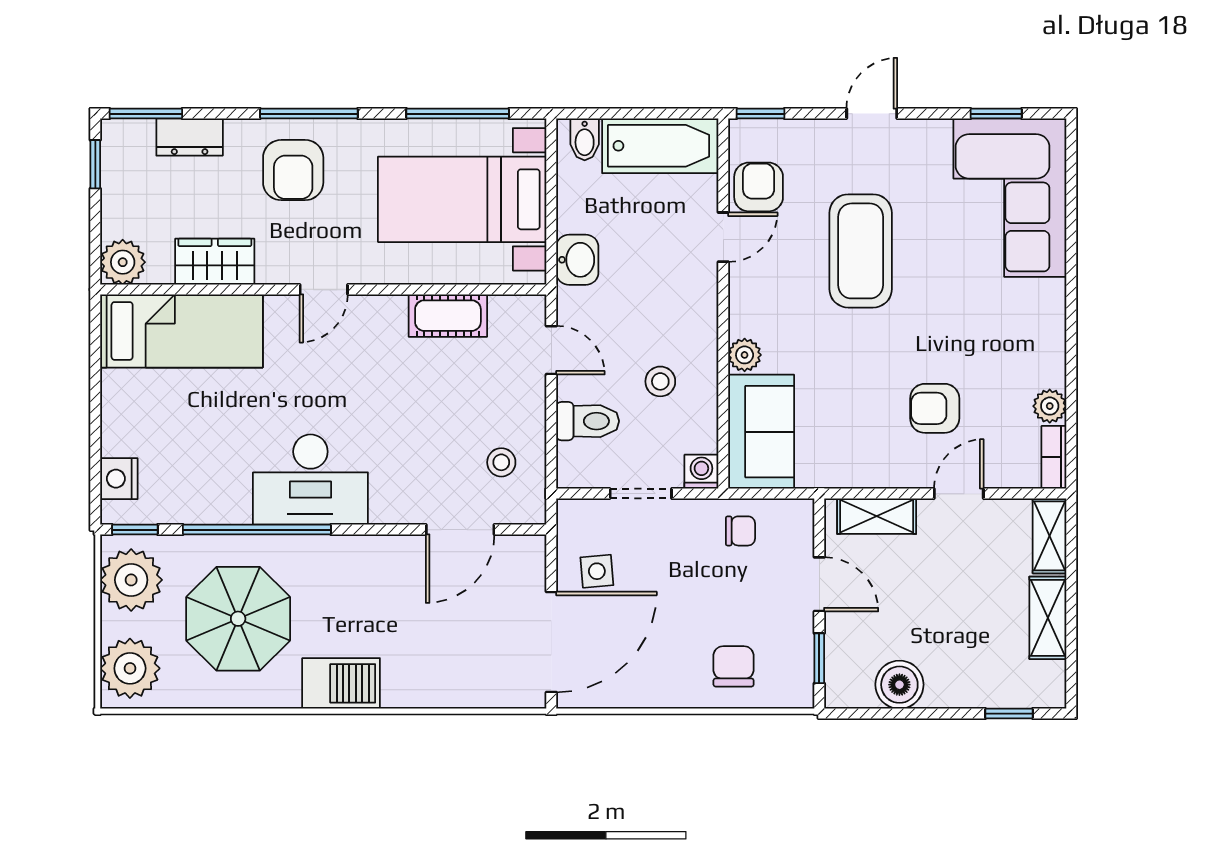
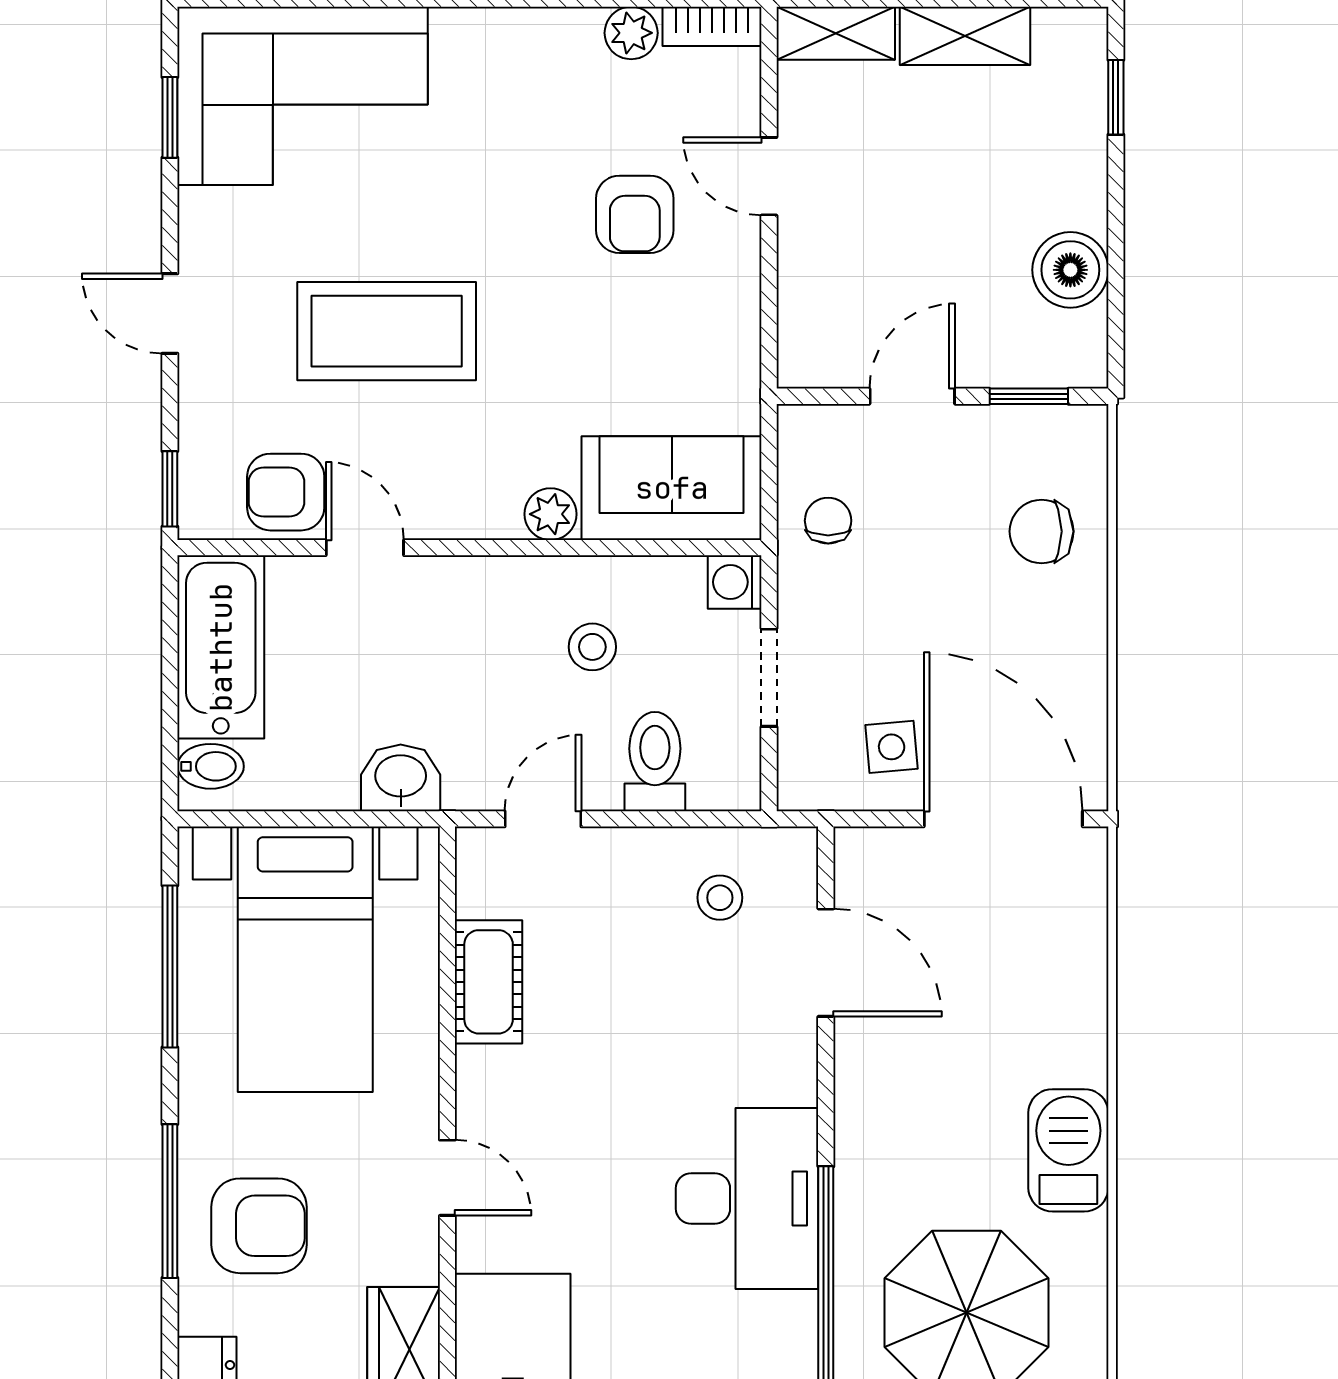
shelving: (877, 516) -> (805, 306), removed

